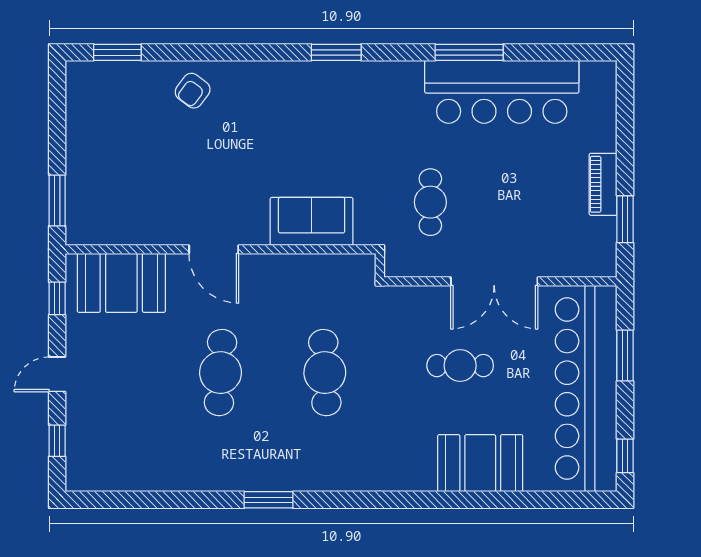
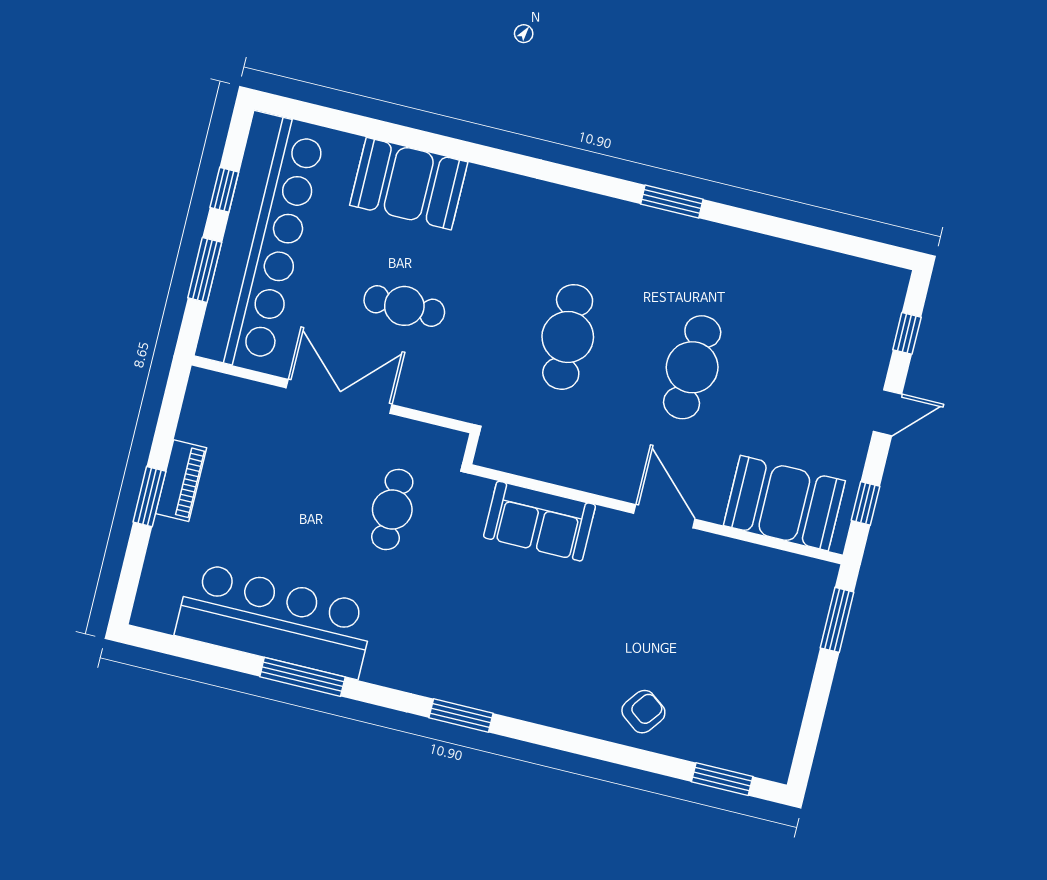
window: (625, 219) -> (149, 497), moved
window: (625, 456) -> (224, 190), moved

